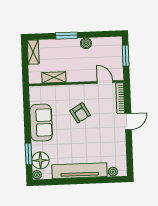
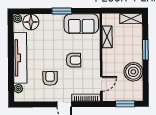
boiler: (86, 43) -> (133, 72), width x1.86, depth x1.86
armchair: (80, 113) -> (74, 60), turned -150
sofa: (41, 123) -> (81, 24), moved
armchair: (101, 138) -> (50, 78), added
window: (28, 154) -> (62, 11), moved

